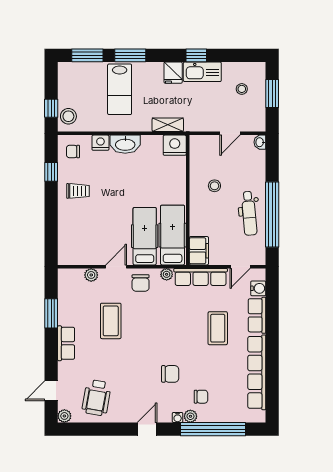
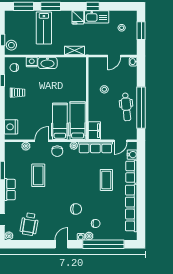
nightstand: (175, 145) -> (11, 127), moved, turned -90

